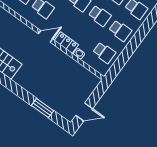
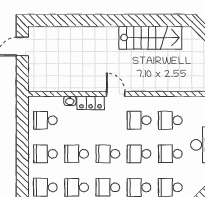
door: (46, 36) -> (116, 94), swing flipped
window: (42, 108) -> (67, 20), removed

